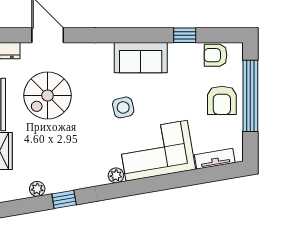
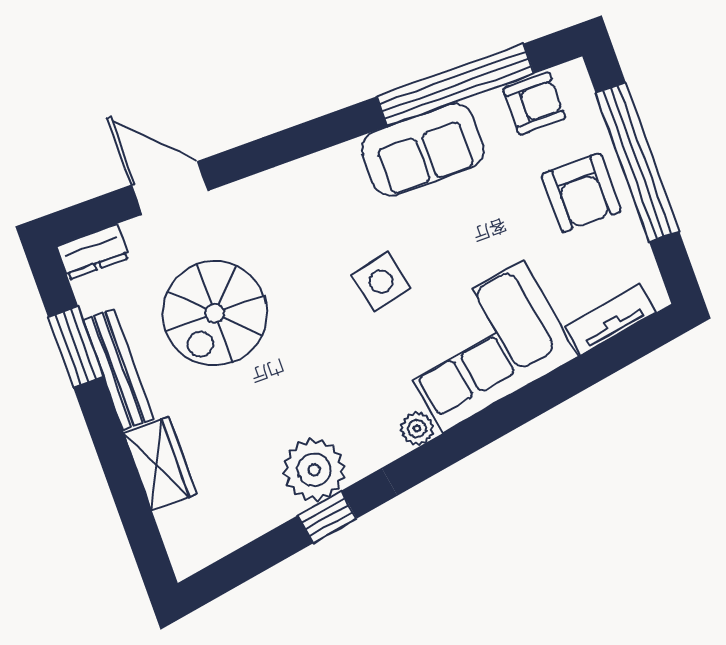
window: (185, 35) -> (455, 85), width x3.17
armchair: (216, 55) -> (534, 103), turned 180
sofa: (141, 58) -> (423, 150), moved
plant: (37, 189) -> (314, 470), moved, width x1.88, depth x1.88

